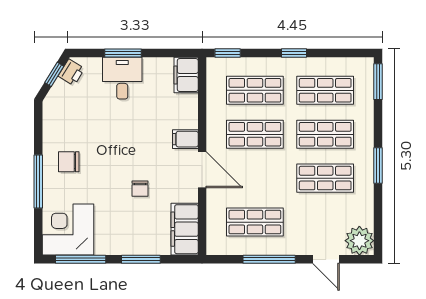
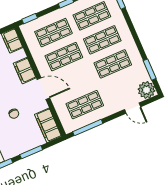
filing cabinet: (185, 139) -> (25, 71), width x2.00
window: (378, 166) -> (150, 70), moved
window: (269, 259) -> (88, 128), moved

